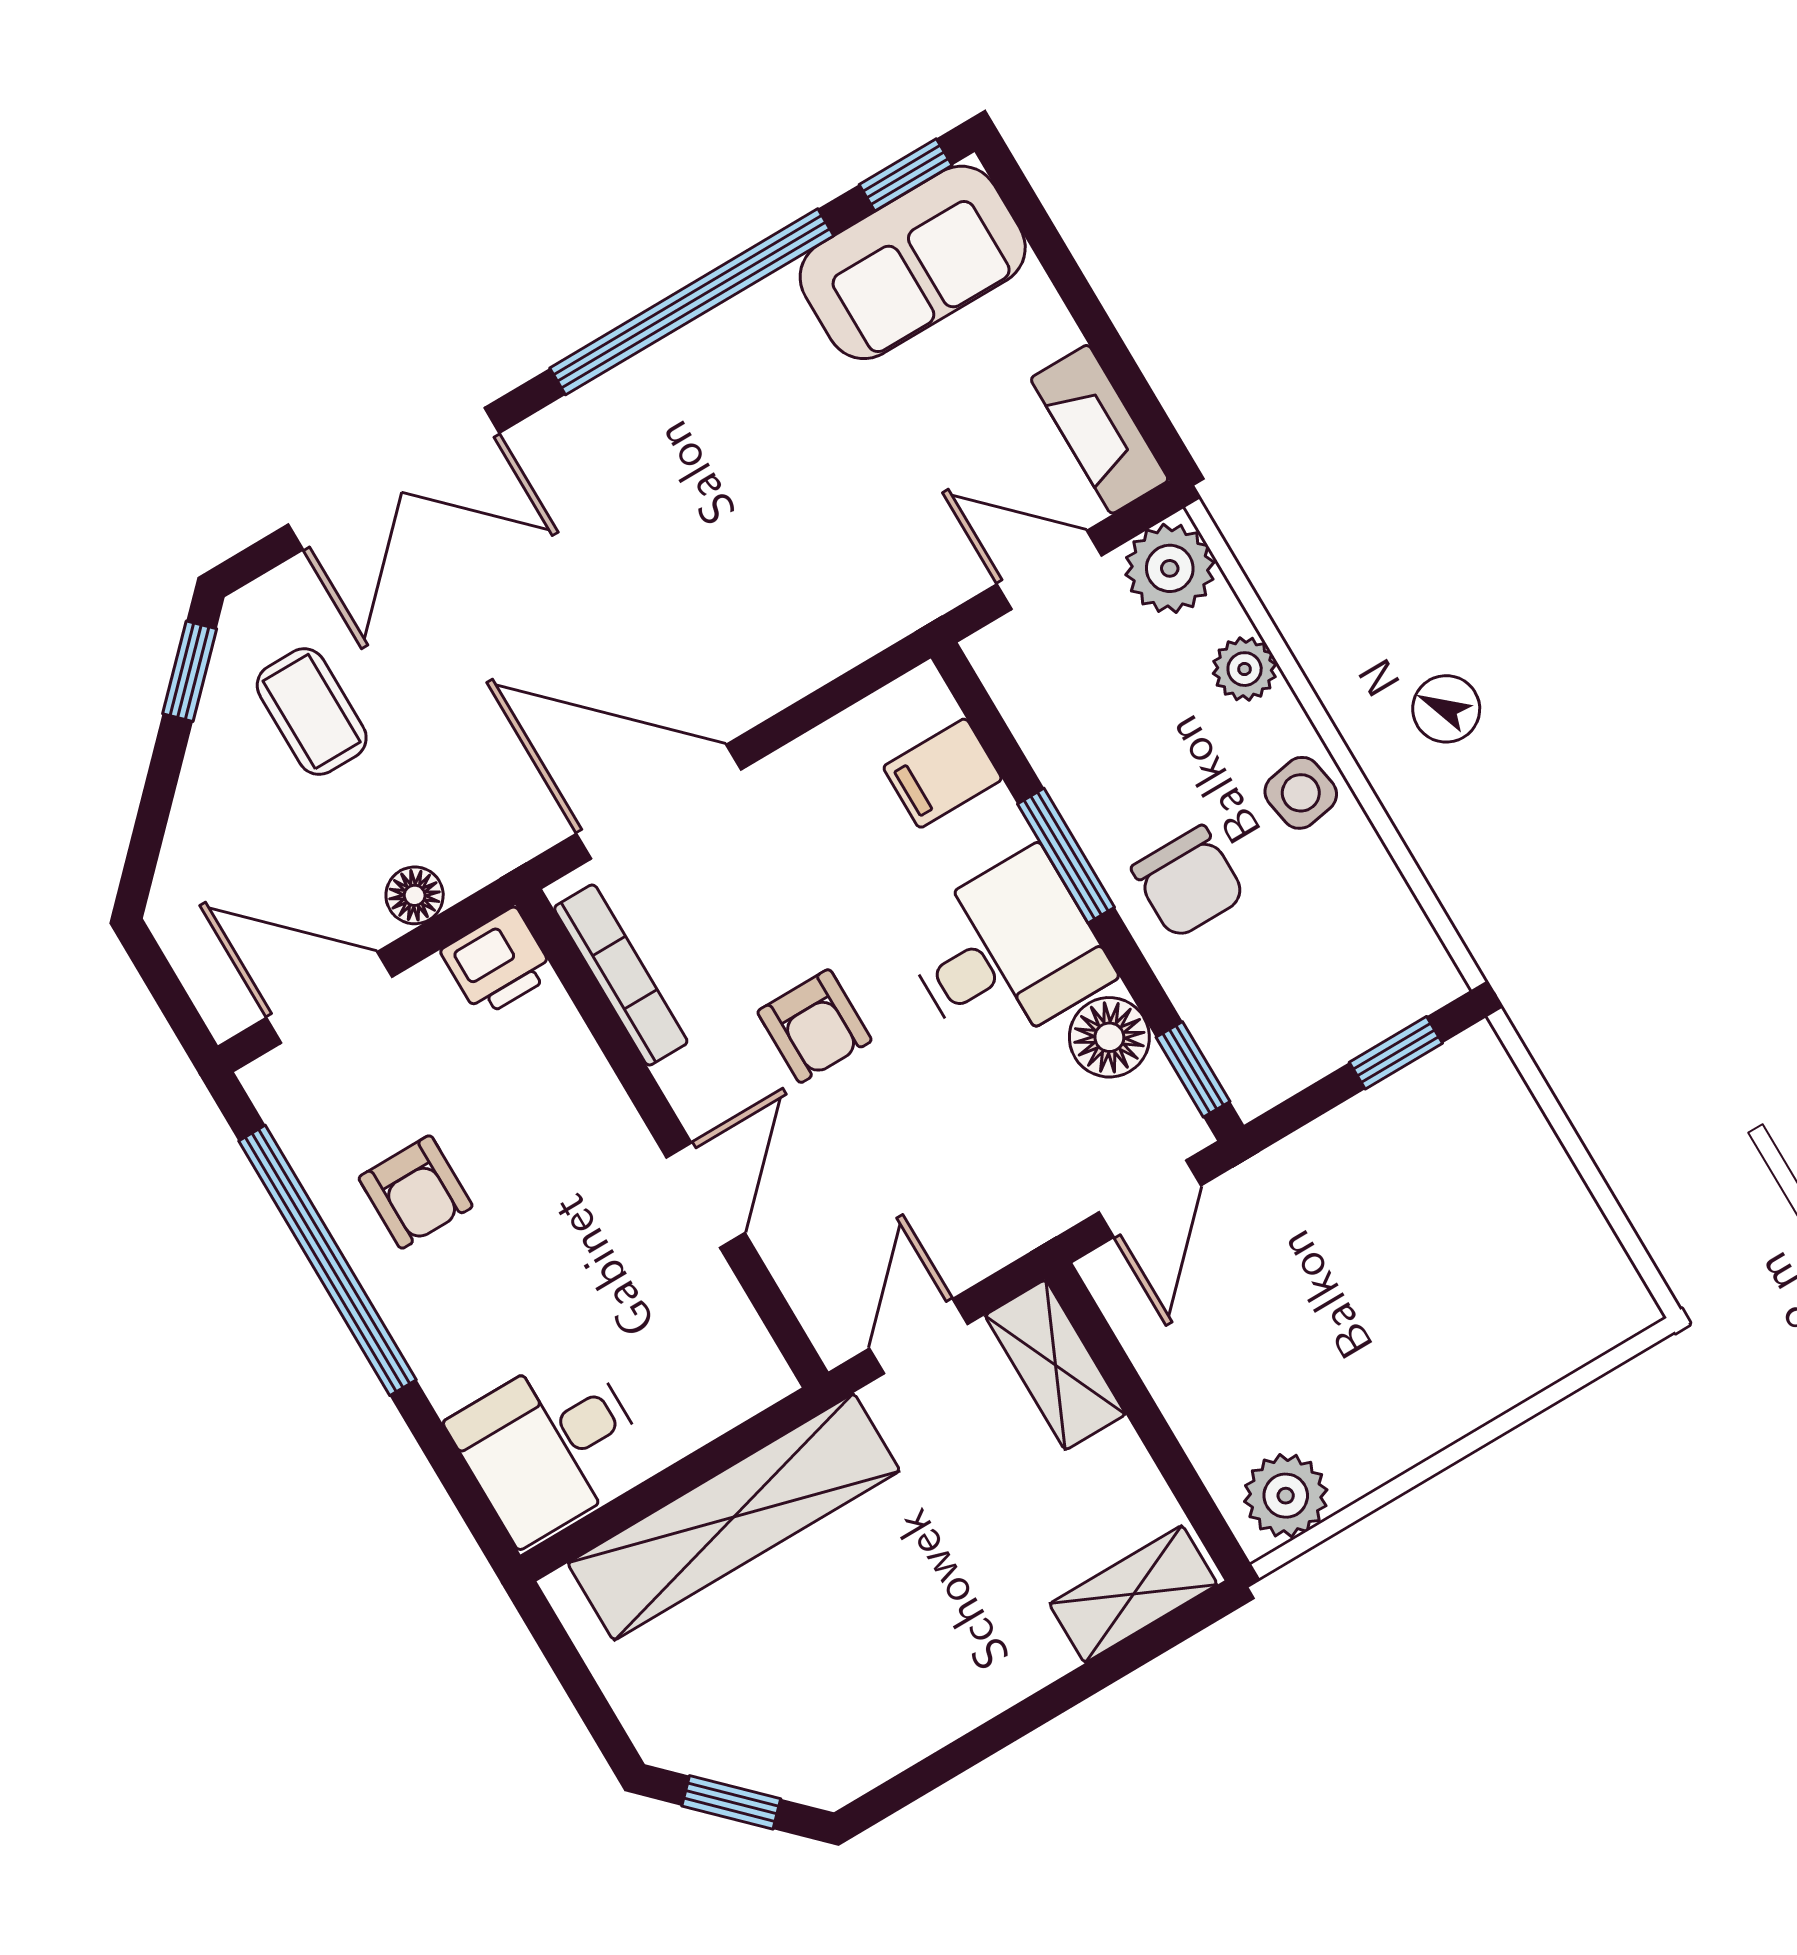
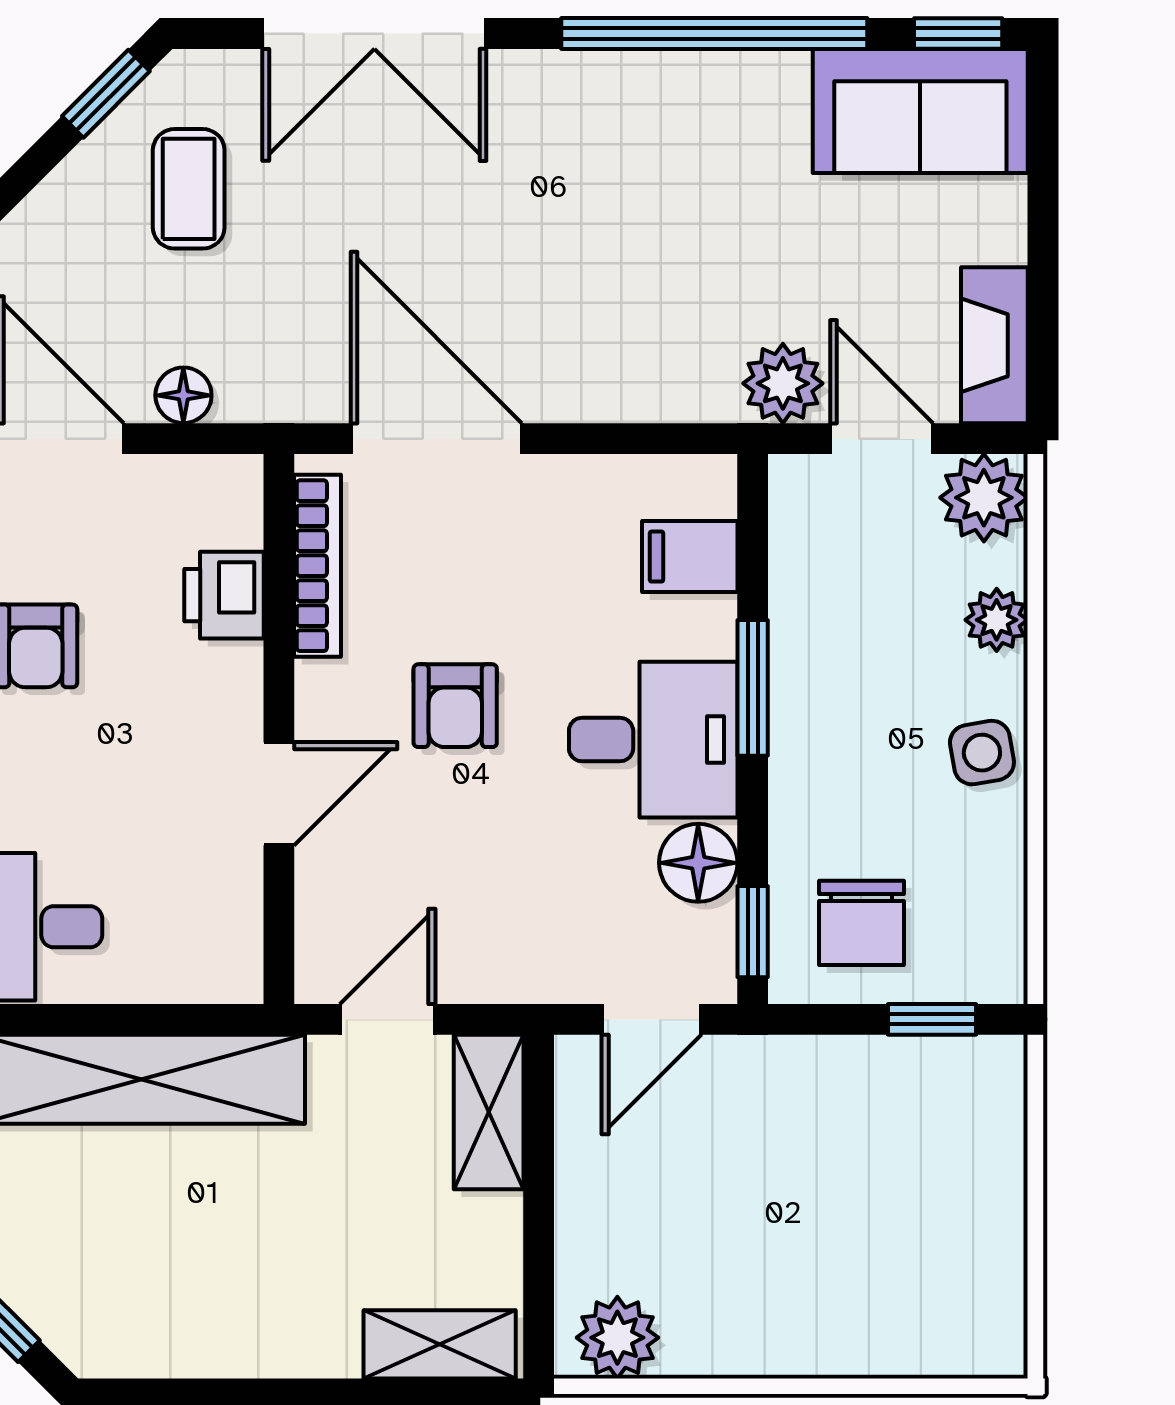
plant: (934, 573) -> (783, 383), added
chair: (1188, 882) -> (862, 923), moved
printer: (498, 962) -> (224, 595), moved, turned 90

